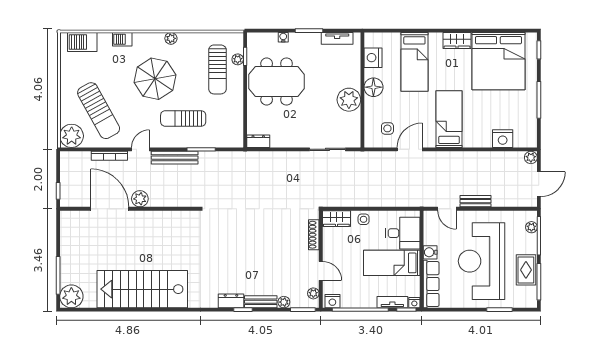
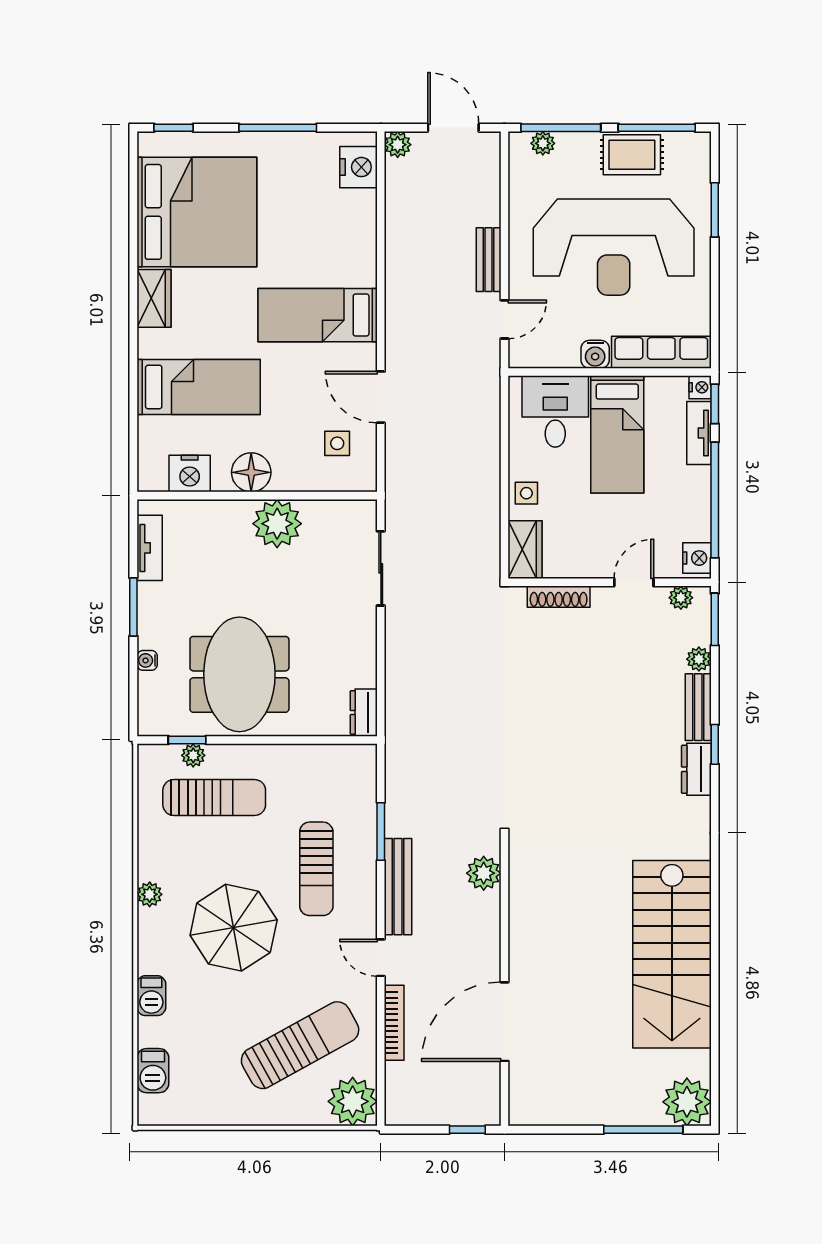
barbecue: (82, 42) -> (153, 1071), width x0.73, depth x0.79
nightstand: (503, 139) -> (358, 167), moved
plant: (140, 199) -> (484, 873), moved

